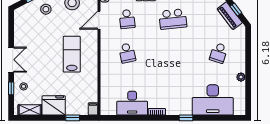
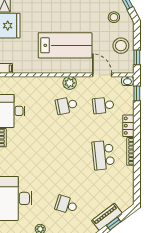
plant: (106, 50) -> (70, 83), added
lab bench: (72, 54) -> (65, 45), width x1.36, depth x1.39

